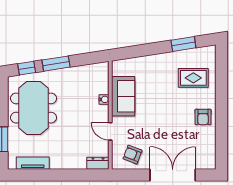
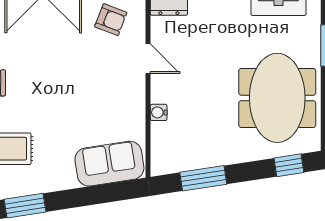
window: (56, 64) -> (203, 178), moved
sofa: (123, 96) -> (109, 164), moved, turned 81

